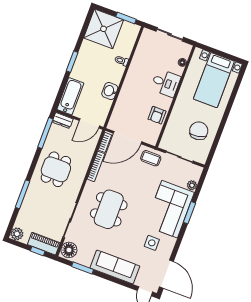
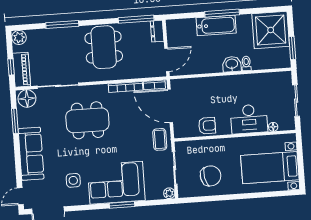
window: (72, 62) -> (222, 13), width x1.44
desk: (166, 83) -> (249, 119), width x1.37
washbasin: (110, 91) -> (232, 64), moved
bathtub: (70, 96) -> (216, 25), moved
armchair: (157, 115) -> (207, 126), turned 180
door: (89, 123) -> (167, 60), swing flipped
dining table: (56, 169) -> (104, 47), width x1.38
plant: (192, 185) -> (169, 193), moved

